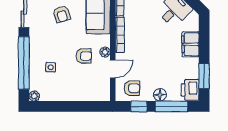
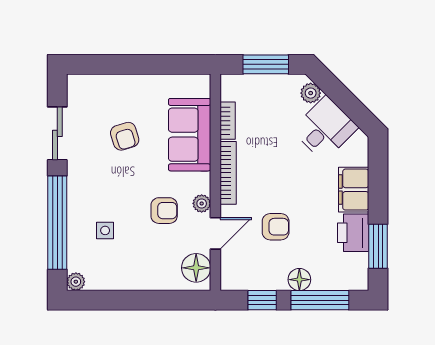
floor lamp: (102, 88) -> (196, 268), added
armchair: (132, 88) -> (276, 227), moved
printer: (190, 90) -> (353, 233), moved

